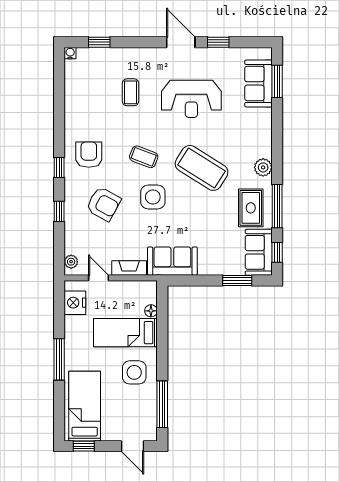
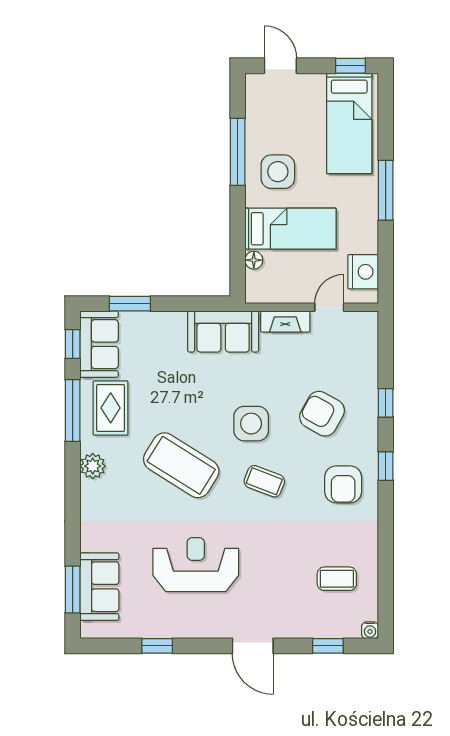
door: (181, 42) -> (253, 646), moved
coffee table: (131, 92) -> (337, 579), moved, turned 90
plant: (71, 262) -> (369, 331), removed
door: (98, 278) -> (329, 307), swing flipped
window: (162, 404) -> (238, 152), moved

